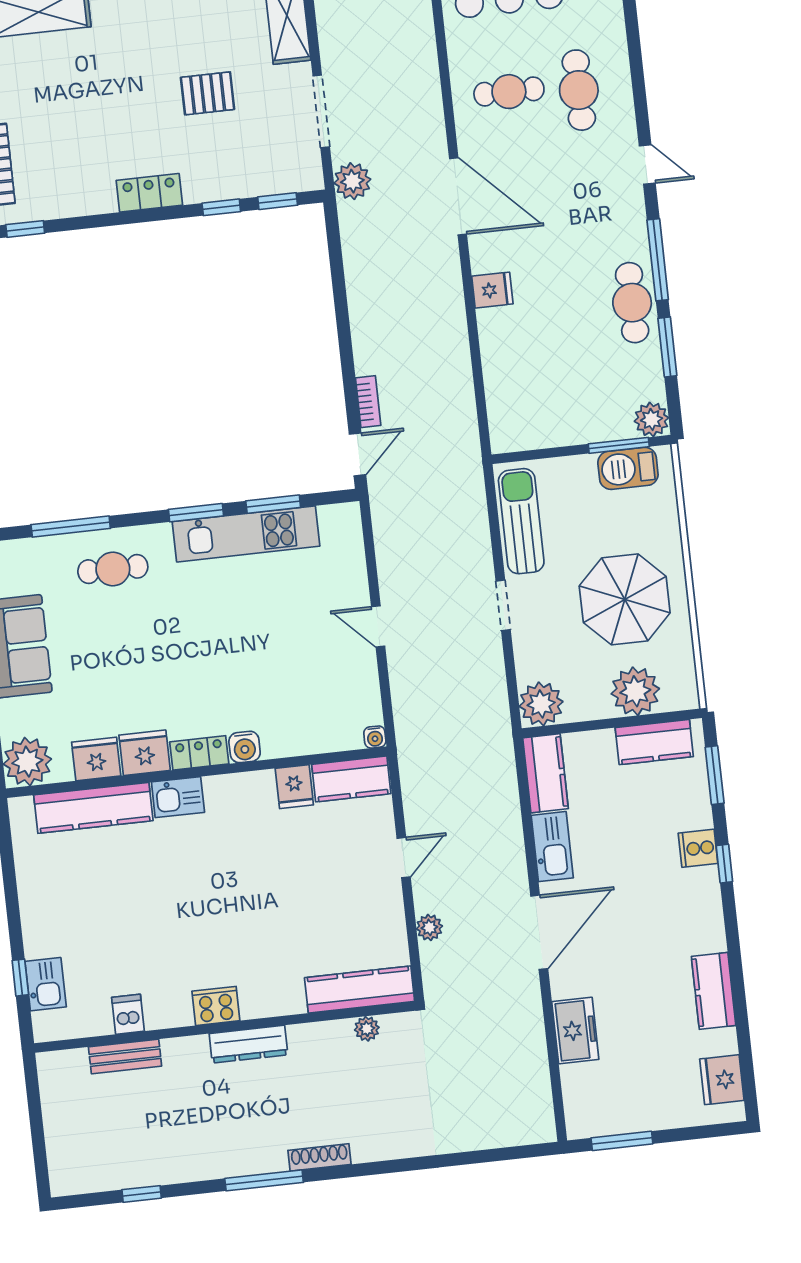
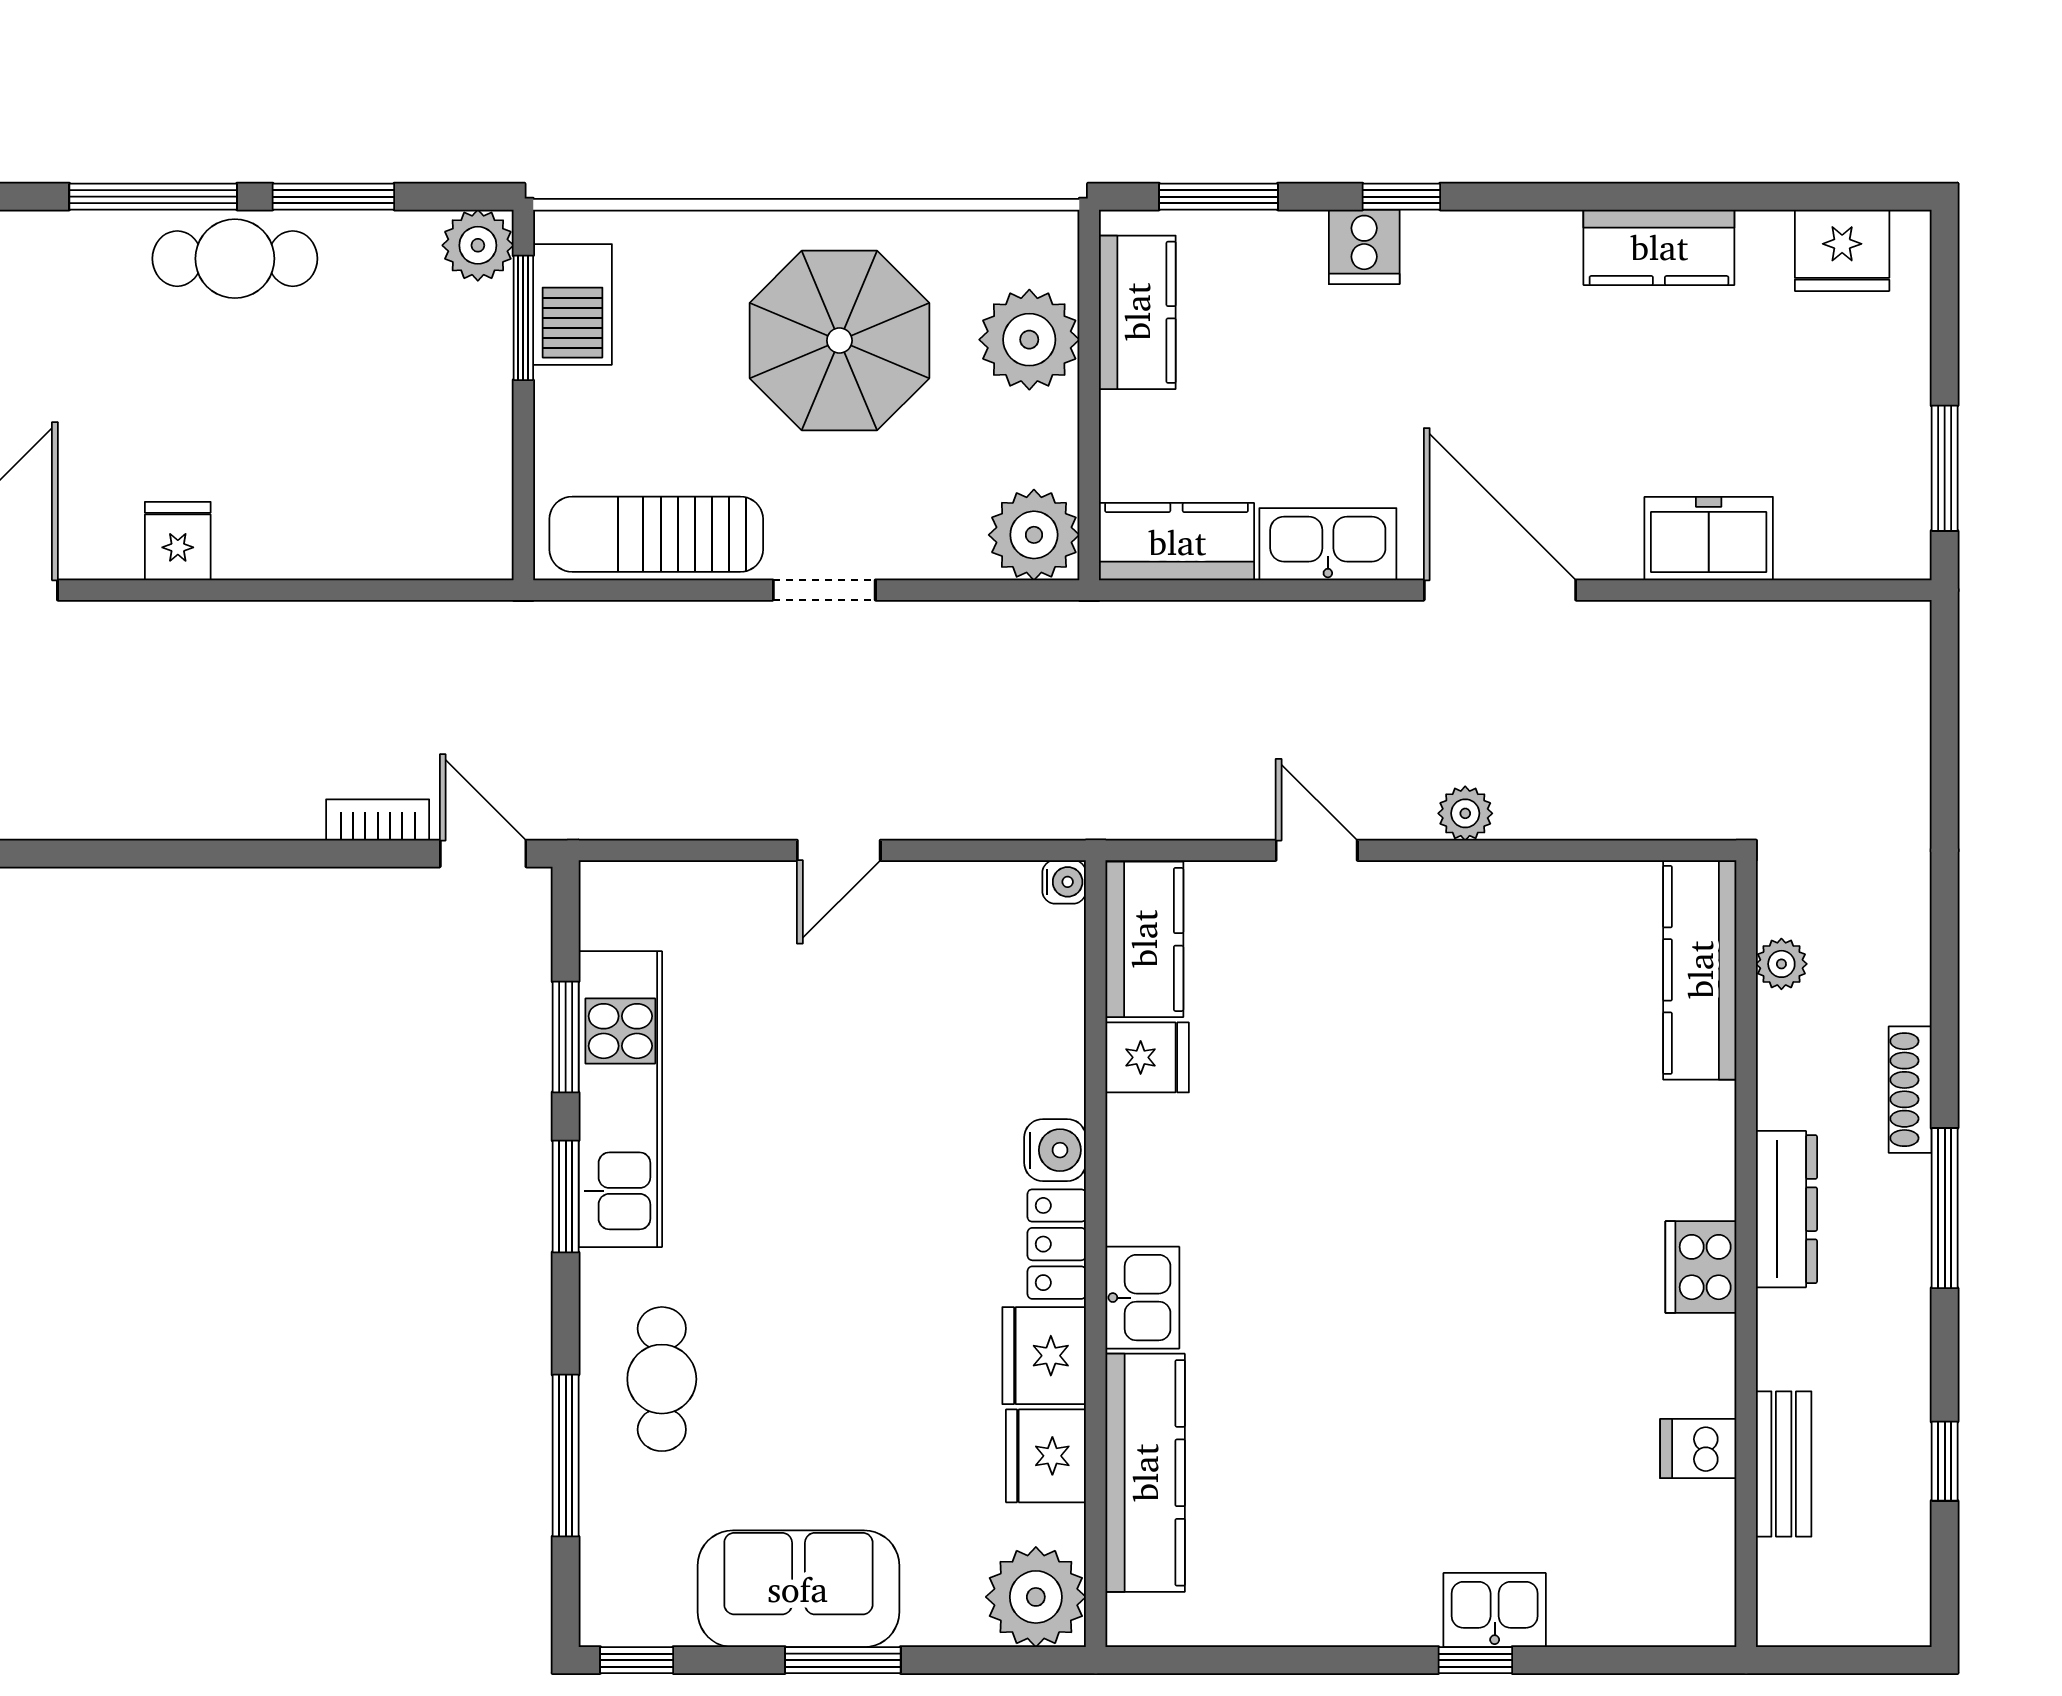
kitchen counter: (360, 989) -> (1700, 970), moved
cooker: (216, 1006) -> (1701, 1267), moved
dishwasher: (128, 1014) -> (1698, 1449), moved
wall: (225, 1027) -> (1746, 1254), moved
plant: (367, 1029) -> (1781, 964), moved
dresser: (248, 1044) -> (1786, 1209), moved
bench: (125, 1056) -> (1784, 1464), moved

